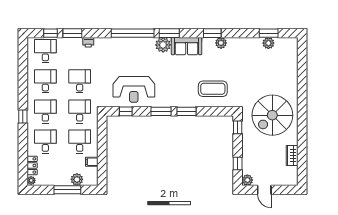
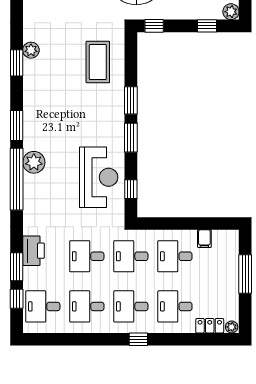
printer: (88, 42) -> (33, 251), width x1.87, depth x1.48
plant: (163, 45) -> (34, 162), moved
sofa: (187, 46) -> (36, 100), removed
plant: (77, 179) -> (230, 260), removed

